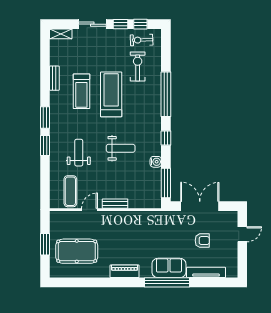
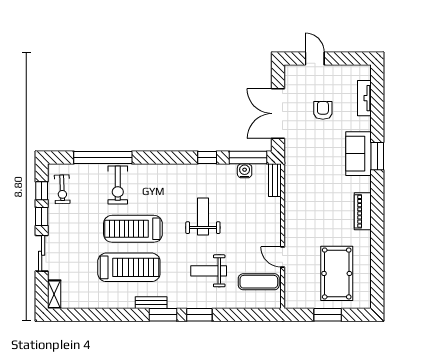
exercise bike: (138, 66) -> (118, 185), moved, turned -90
bench: (54, 78) -> (151, 303), moved
treadmill: (81, 91) -> (129, 267), width x1.37, depth x1.38
window: (166, 94) -> (103, 158), moved
window: (166, 138) -> (207, 158), moved
water cooler: (156, 162) -> (245, 171), moved
bench: (115, 204) -> (275, 180), moved
tv unit: (206, 272) -> (364, 98), width x0.71
window: (167, 282) -> (377, 156), width x0.47

